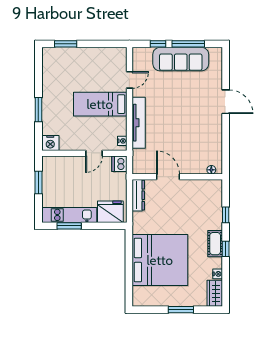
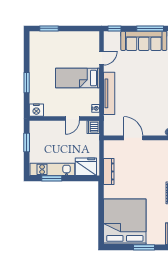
window: (158, 44) -> (115, 28), moved
dresser: (138, 195) -> (109, 171), moved
bed: (160, 260) -> (125, 222), moved, turned -90

